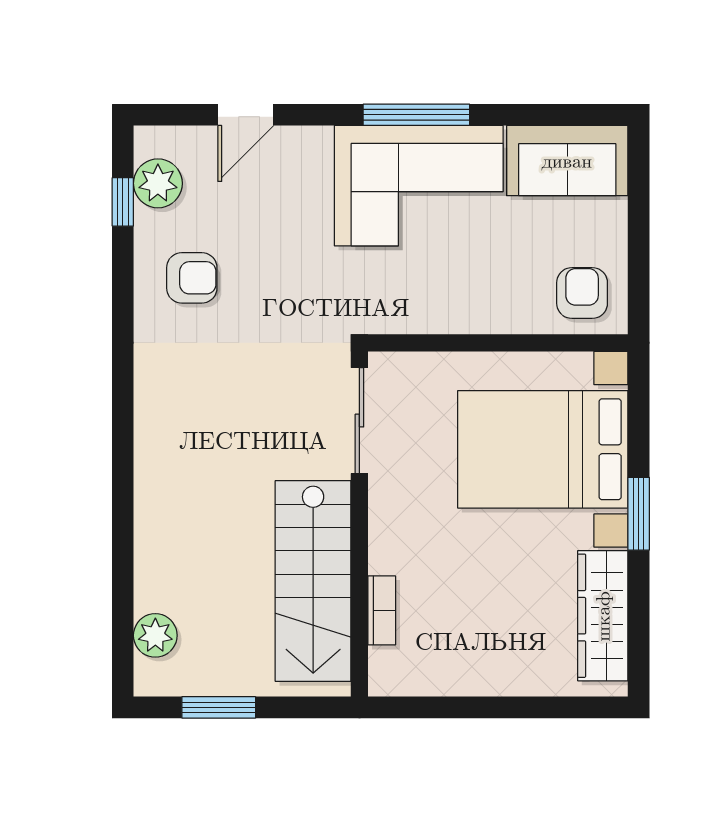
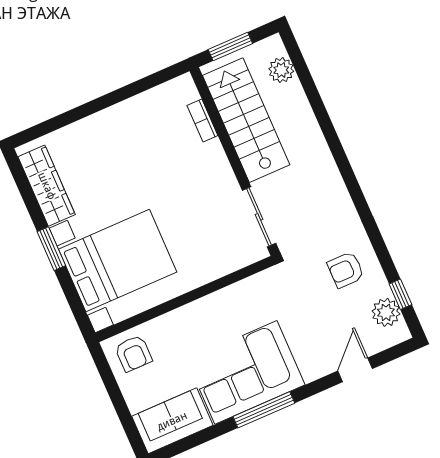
sliding door: (359, 421) -> (259, 217), moved
wall: (359, 524) -> (235, 162), moved
stairs: (313, 581) -> (246, 120), moved
bookcase: (382, 610) -> (202, 121), moved

